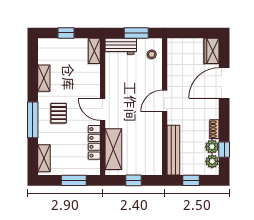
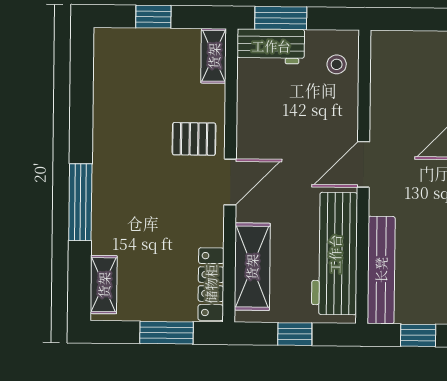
window: (136, 33) -> (281, 18), moved
shelving: (44, 78) -> (105, 113), removed
door: (103, 110) -> (230, 182), swing flipped
pallet: (59, 113) -> (194, 139), moved, turned 90
locker: (94, 142) -> (211, 284), moved
workbench: (152, 143) -> (335, 254), added

